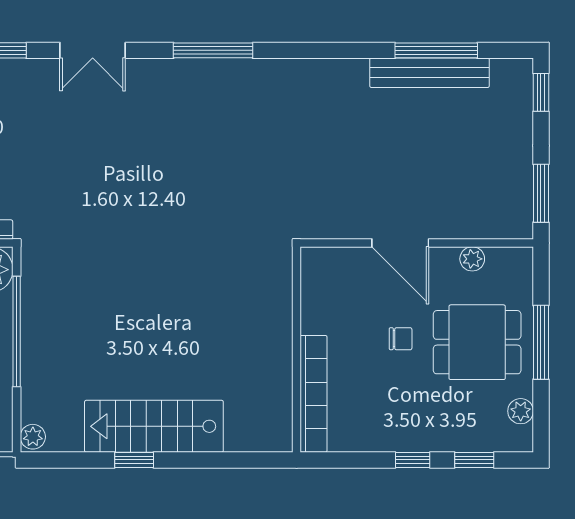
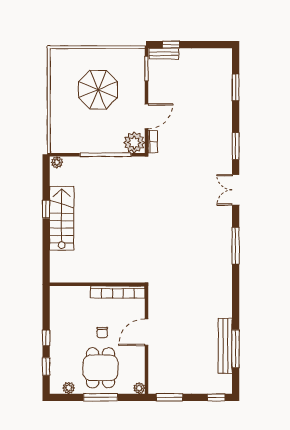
plant: (472, 259) -> (139, 388), moved
bookcase: (314, 394) -> (118, 292), moved

